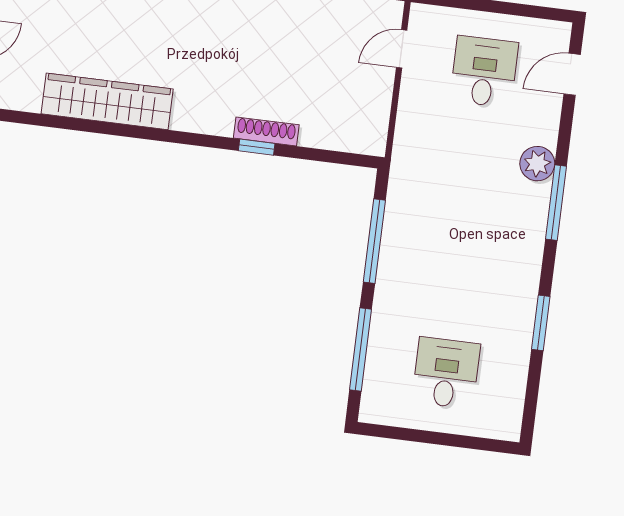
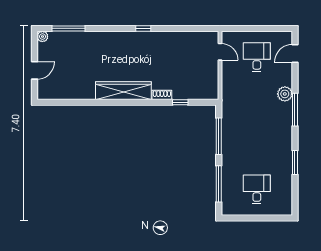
door: (402, 49) -> (220, 52), swing flipped
wardrobe: (107, 101) -> (123, 91), moved
shoe rack: (266, 131) -> (162, 95), width x0.70
window: (257, 147) -> (180, 102), moved

